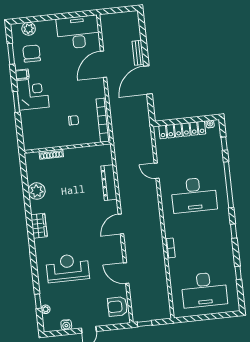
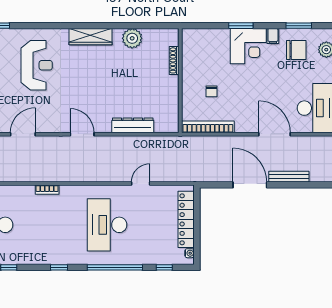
bench: (138, 53) -> (289, 177), width x1.36
wardrobe: (39, 226) -> (90, 37), width x1.50

